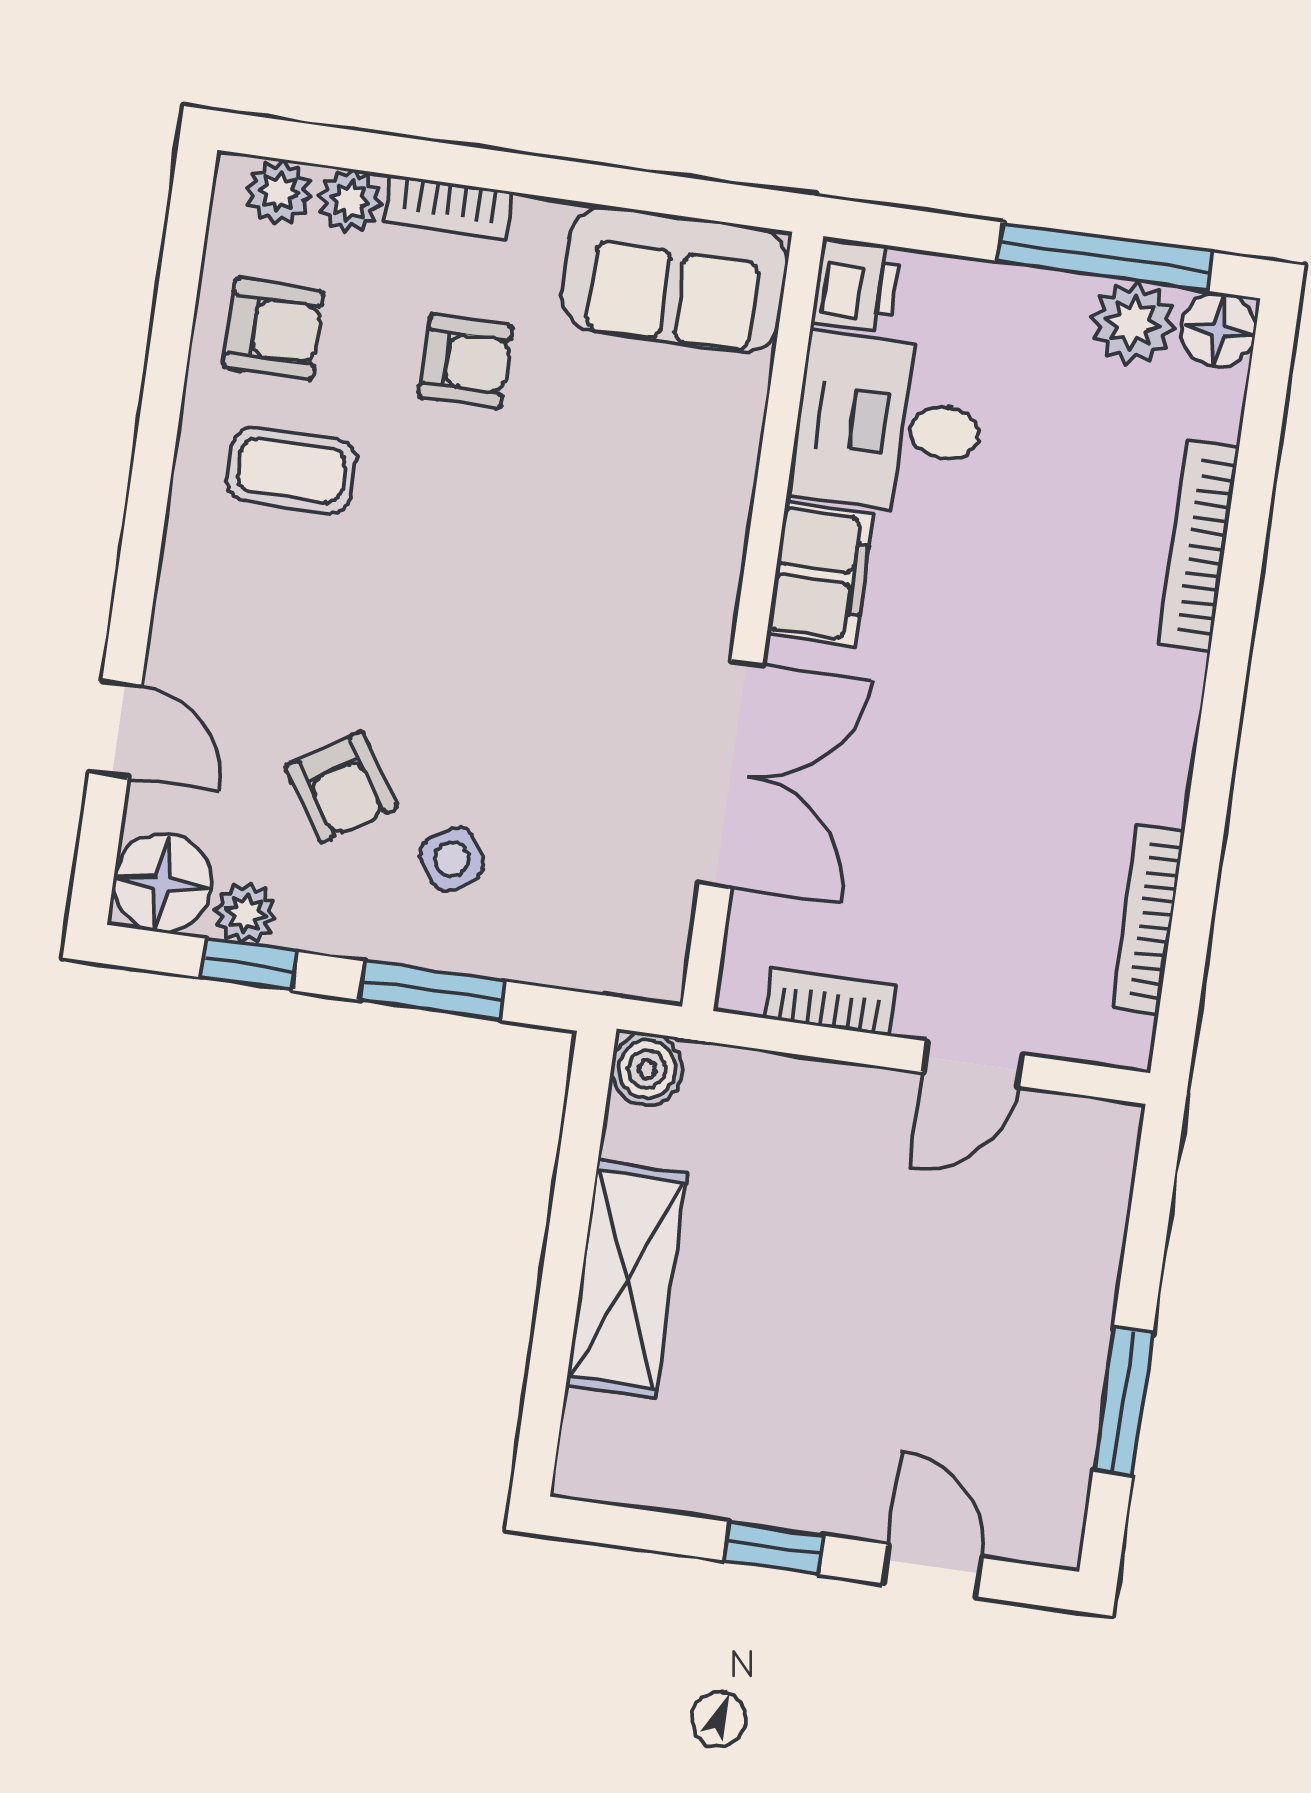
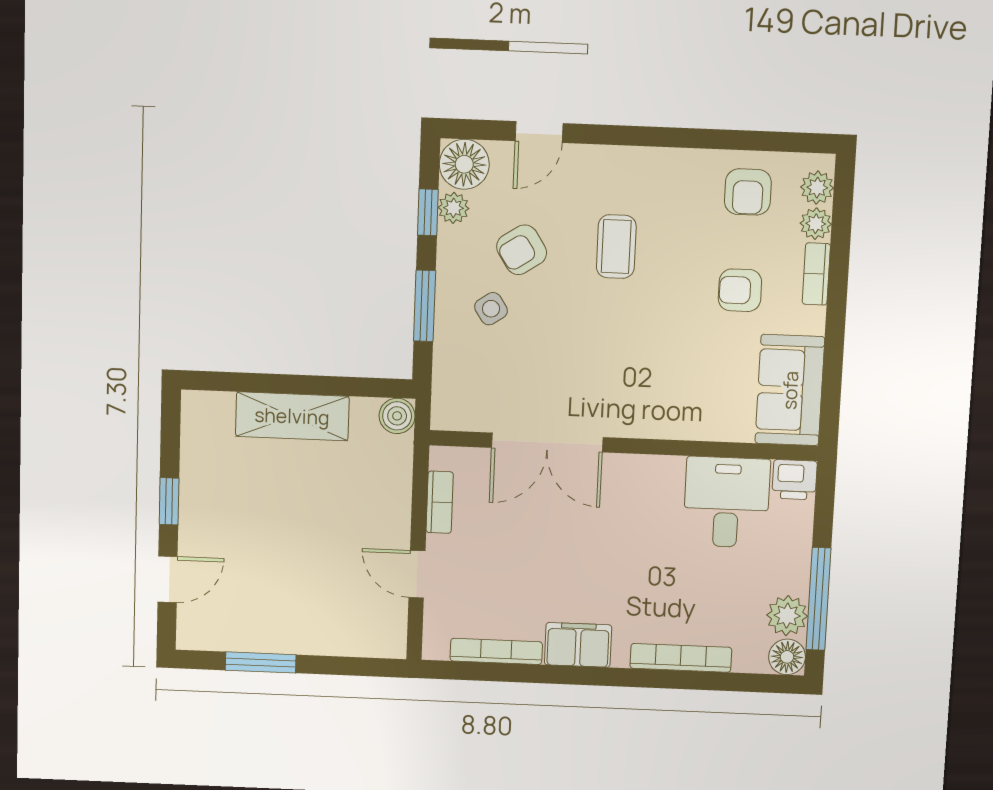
armchair: (466, 362) -> (740, 290), turned 90
coffee table: (291, 470) -> (616, 247), moved
filing cabinet: (820, 574) -> (578, 645), moved, turned 180

